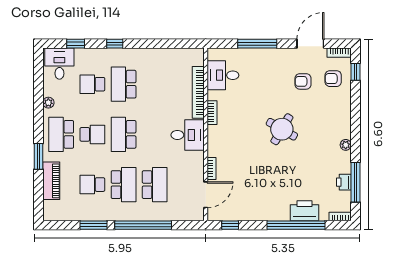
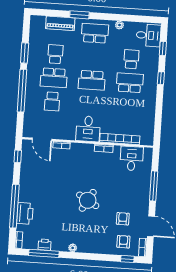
school desk: (92, 134) -> (93, 57), removed
school desk: (124, 134) -> (92, 80), turned 180
school desk: (155, 185) -> (52, 101), width x0.54

